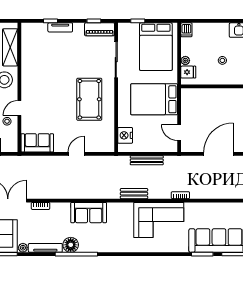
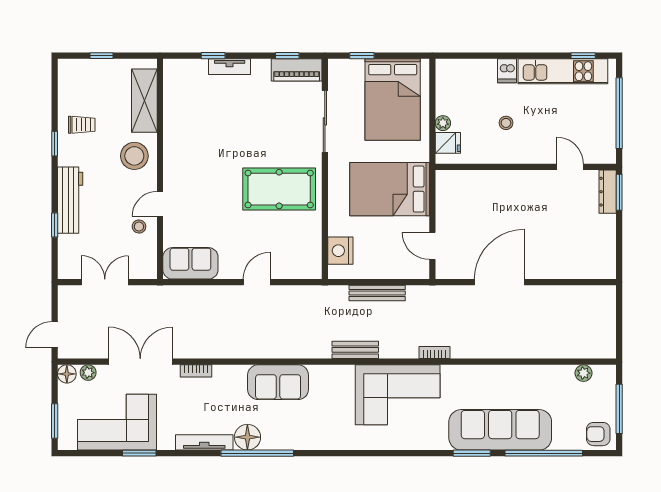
dishwasher: (186, 30) -> (507, 71), moved
pool table: (89, 99) -> (279, 189), turned 90
plant: (23, 248) -> (166, 442), removed

